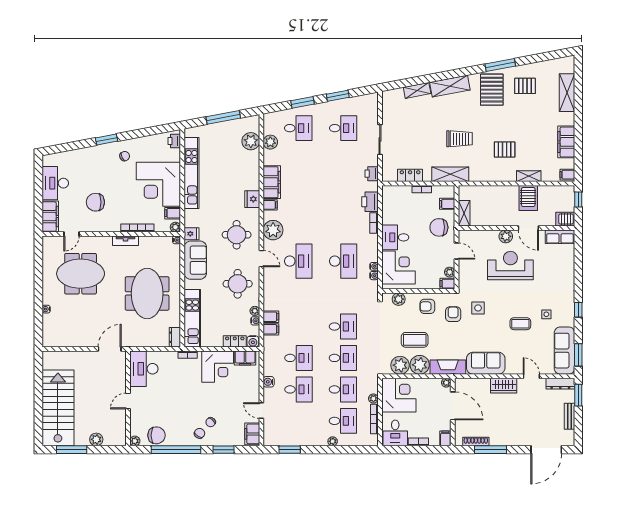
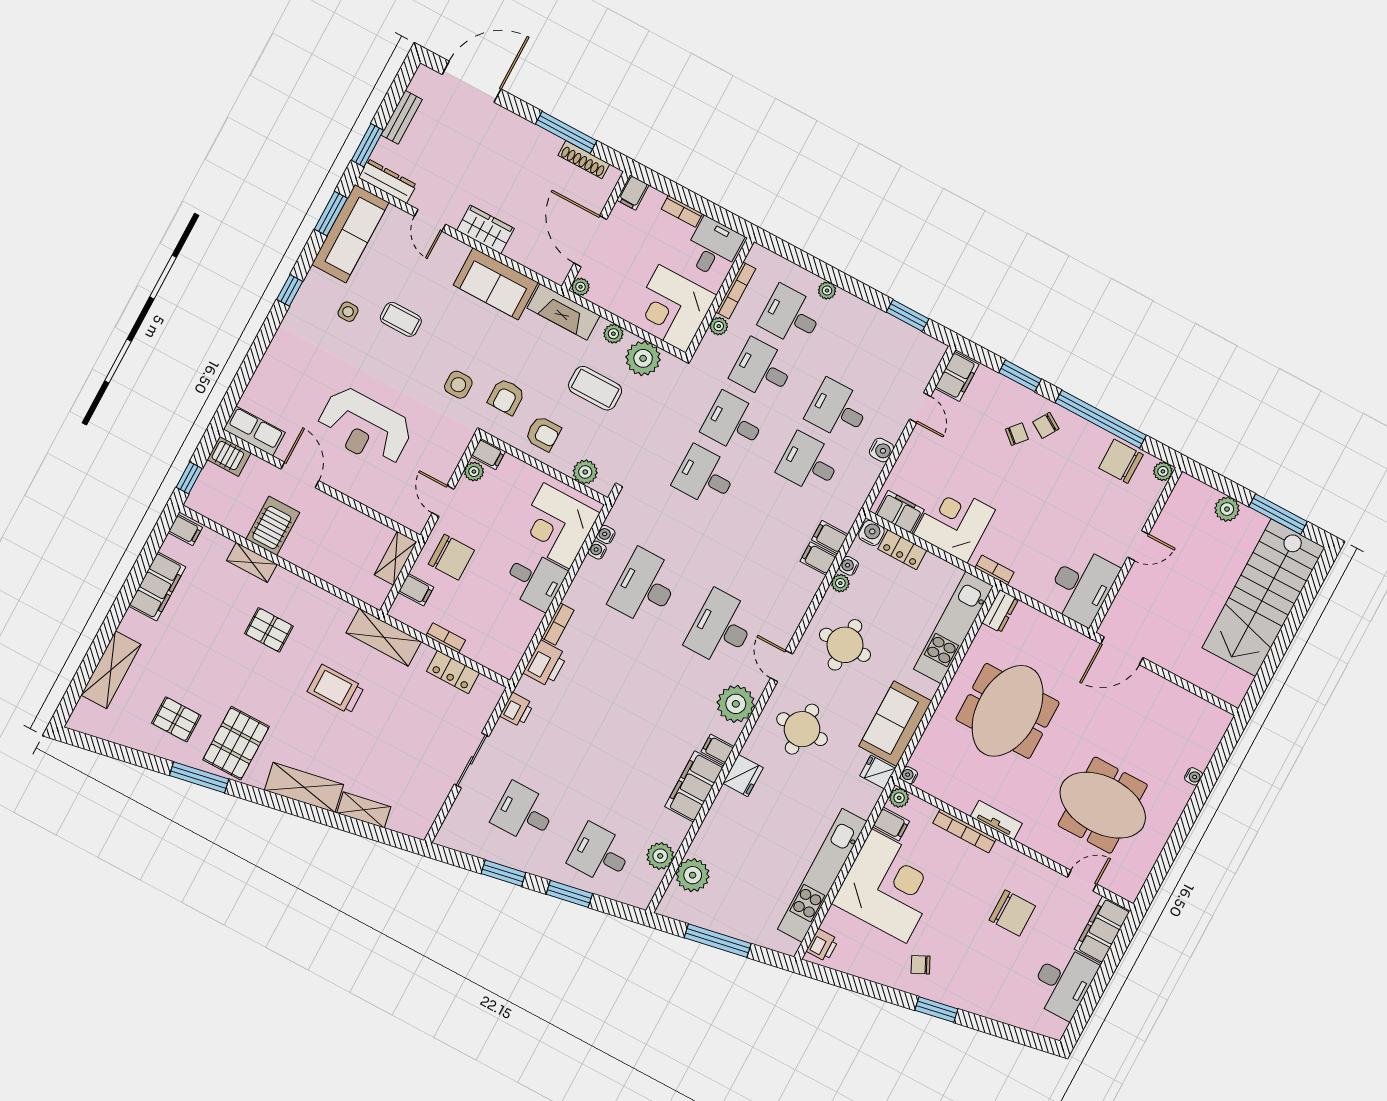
plant: (506, 236) -> (346, 481), removed
plant: (420, 365) -> (613, 334), width x0.53, depth x0.53

